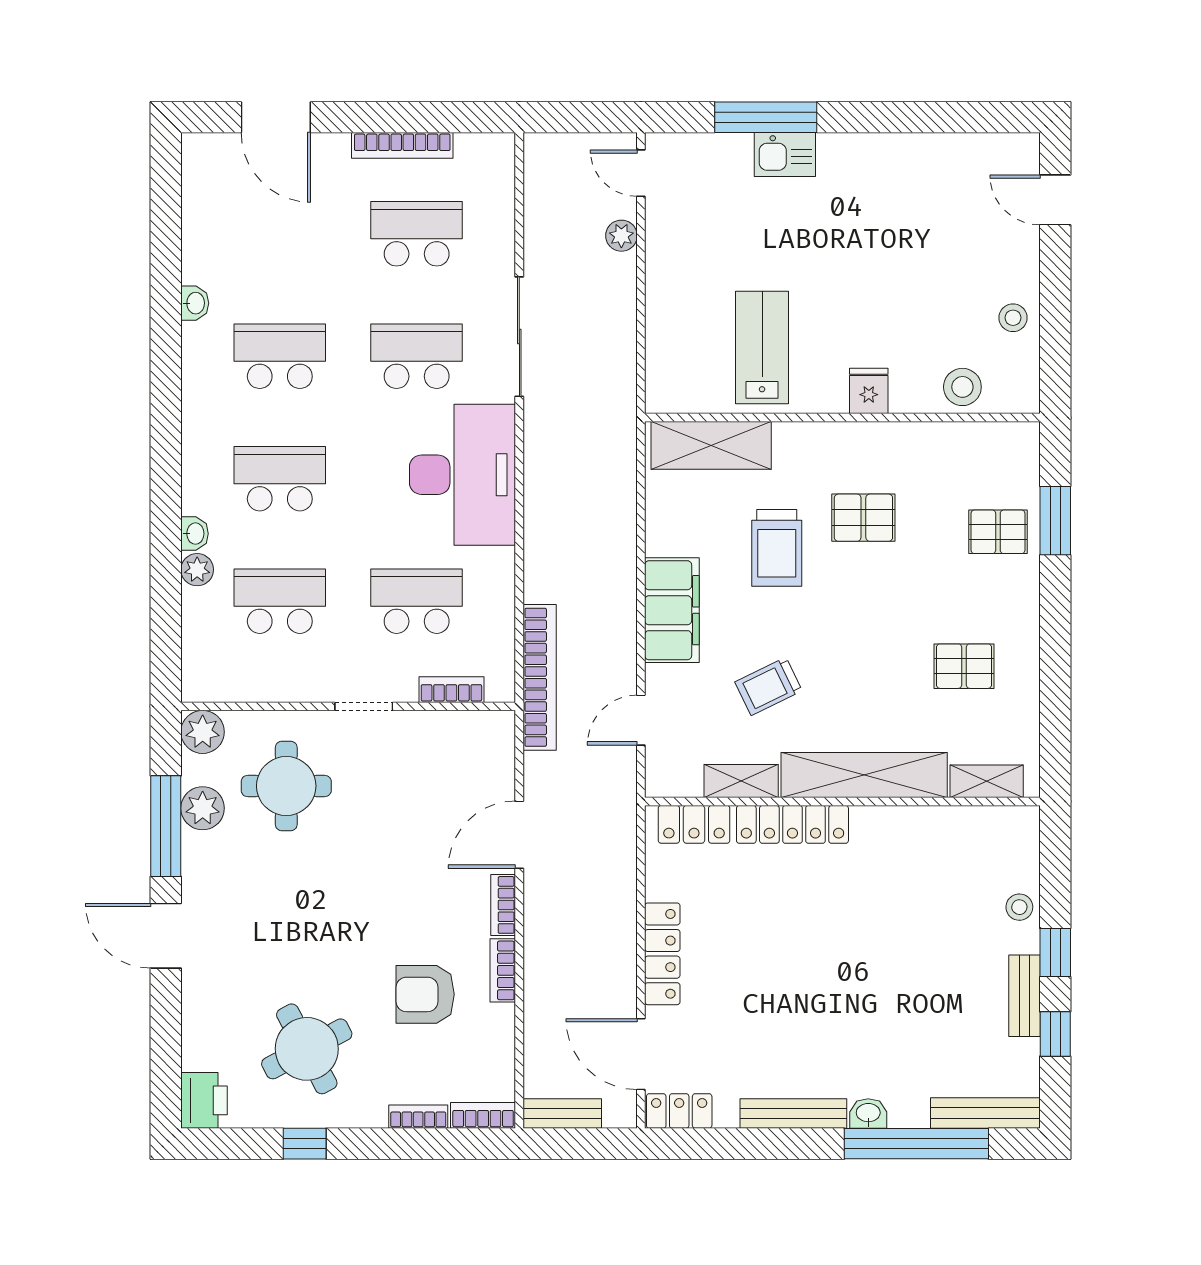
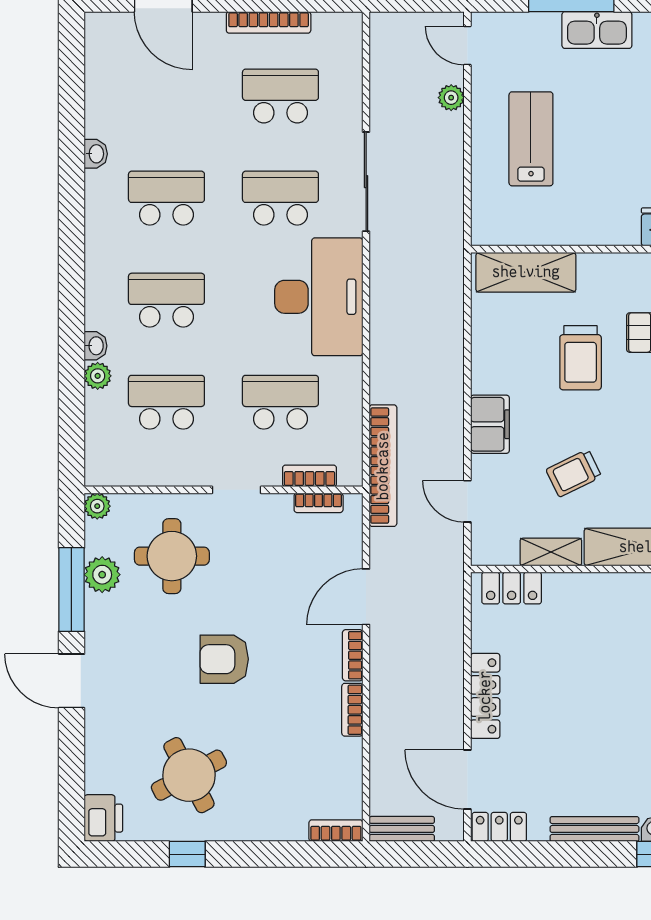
kitchen sink: (785, 155) -> (597, 30), width x1.38
lab bench: (762, 347) -> (531, 139), moved
filing cabinet: (672, 610) -> (490, 424), width x0.67, depth x0.86
door: (641, 720) -> (467, 501), hinge flipped
plant: (203, 732) -> (97, 506), width x0.73, depth x0.73
locker: (792, 824) -> (594, 588), removed
armchair: (425, 994) -> (224, 659), moved
bookcase: (418, 1117) -> (319, 503), moved, turned 180

